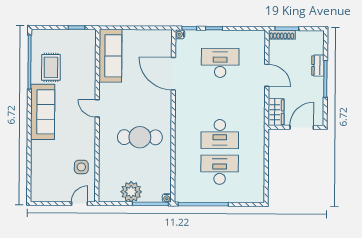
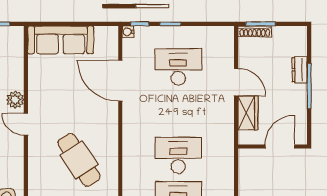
sofa: (110, 56) -> (61, 40), moved, turned 90
plant: (89, 89) -> (15, 100), added
wardrobe: (276, 112) -> (248, 113), moved
desk: (220, 134) -> (178, 155), turned 180
cafe table: (140, 137) -> (79, 160), turned 57

